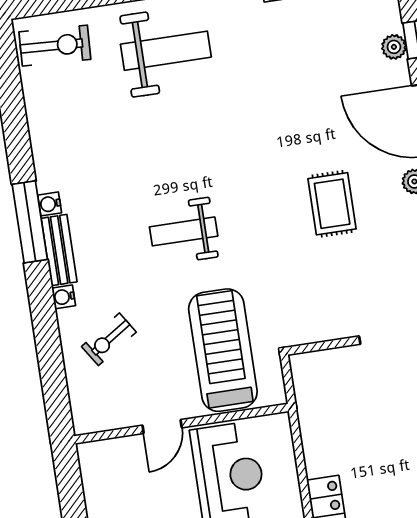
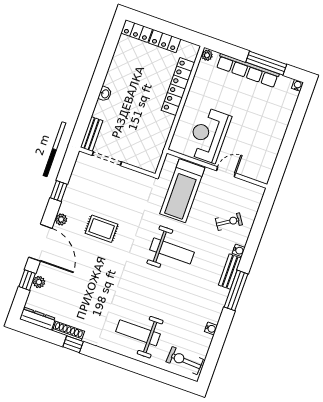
water cooler: (50, 204) -> (211, 329), moved
rug: (332, 204) -> (102, 229), turned 90
weight bench: (184, 231) -> (172, 251), width x1.36, depth x1.33

